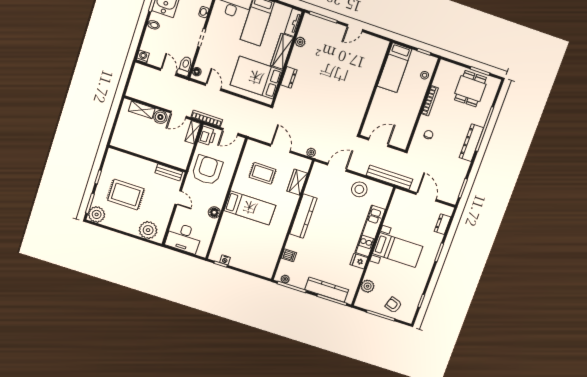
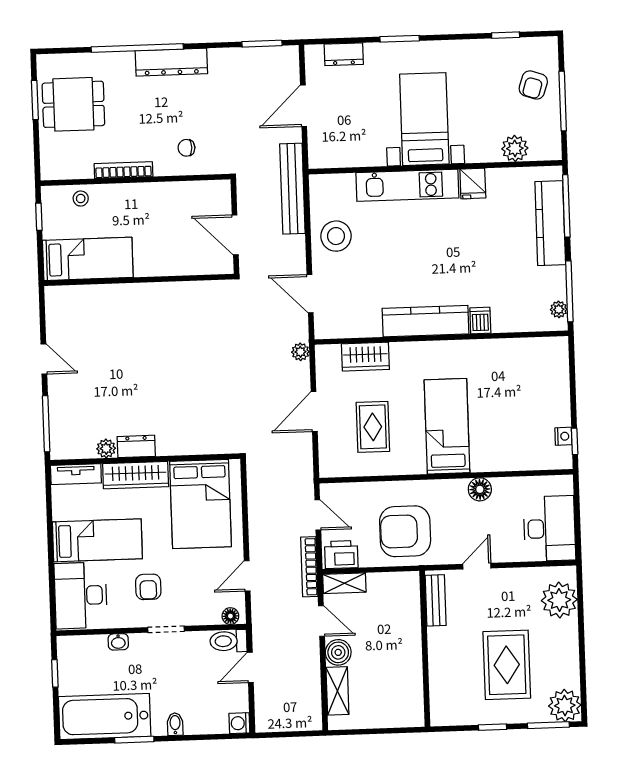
armchair: (225, 37) -> (148, 587), added
dresser: (289, 77) -> (136, 446), moved
dishwasher: (289, 255) -> (480, 321), moved

